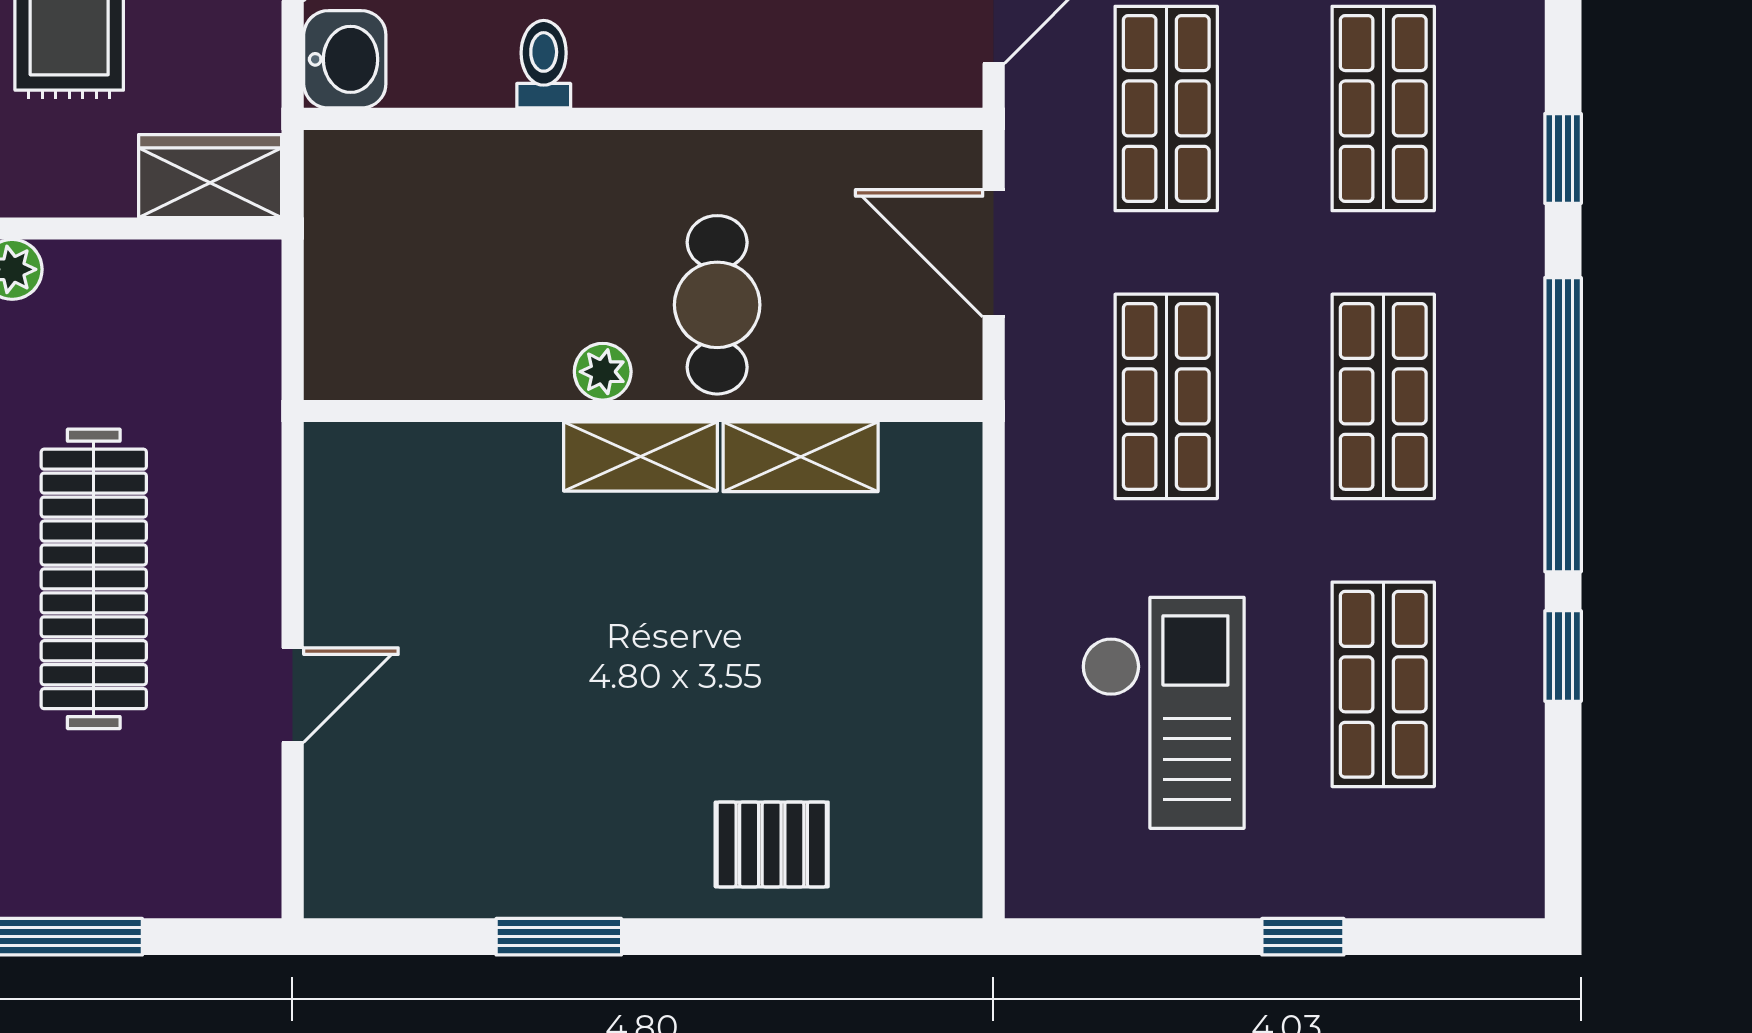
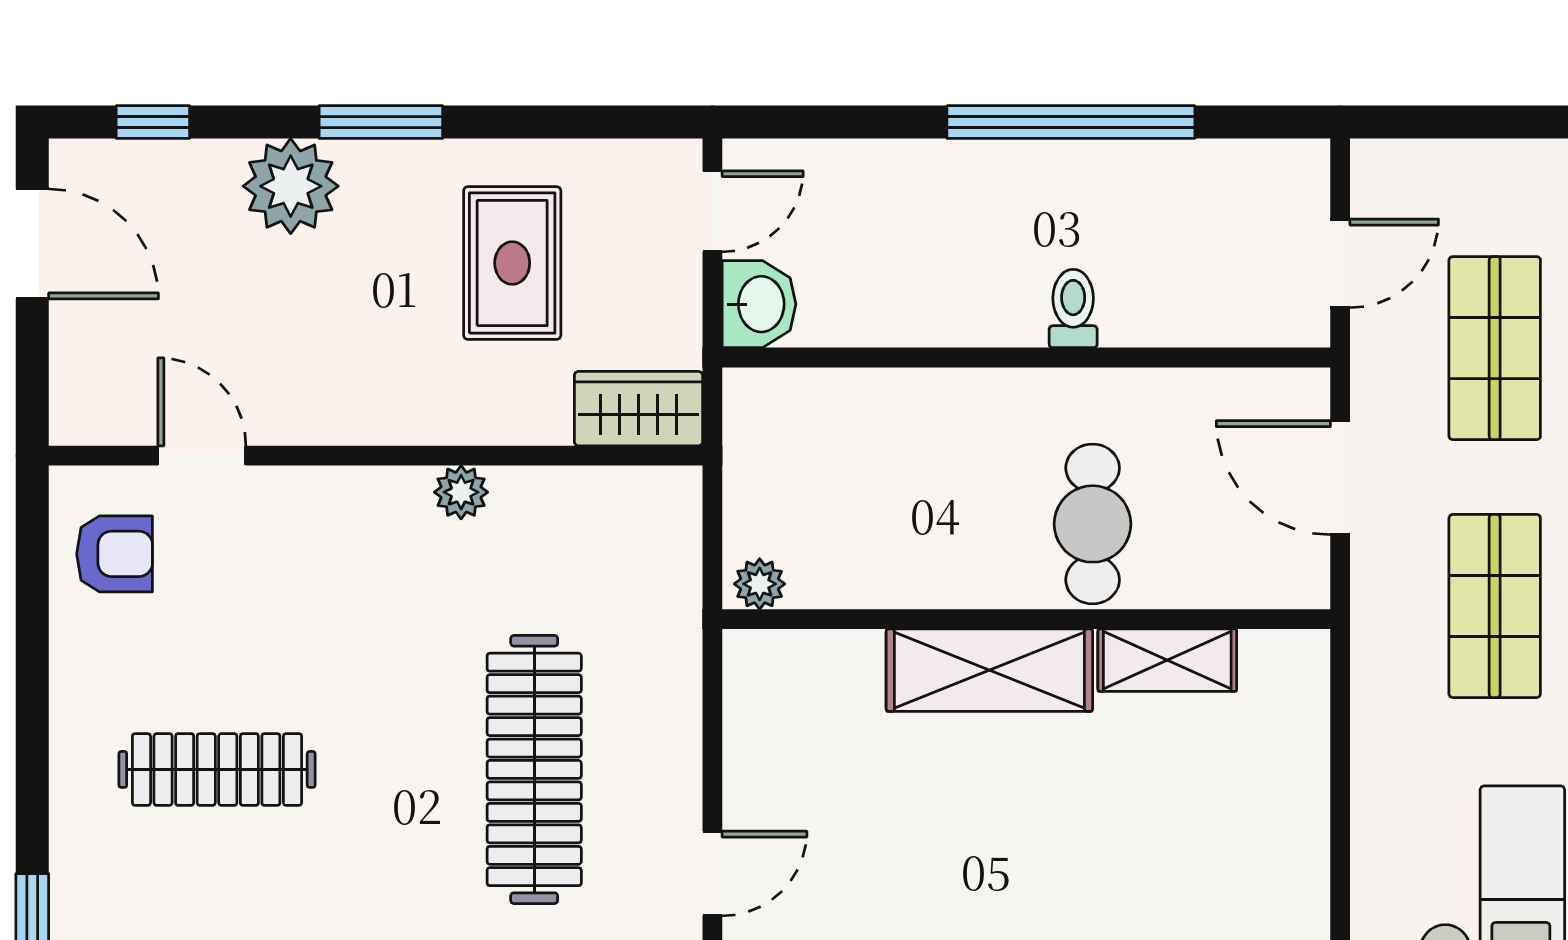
toilet: (544, 64) -> (1073, 309), moved
plant: (603, 372) -> (760, 584), moved
shelving: (640, 457) -> (989, 670), width x1.50, depth x1.33

